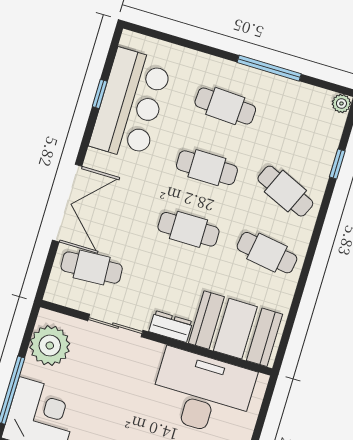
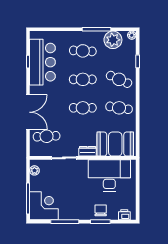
plant: (298, 102) -> (113, 40), added
plant: (50, 346) -> (34, 170), width x0.53, depth x0.53

